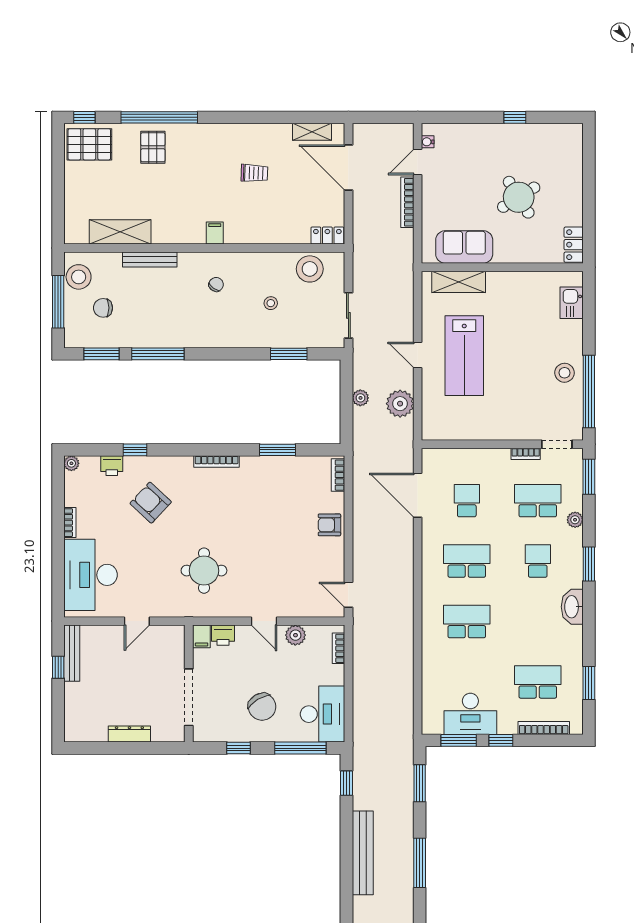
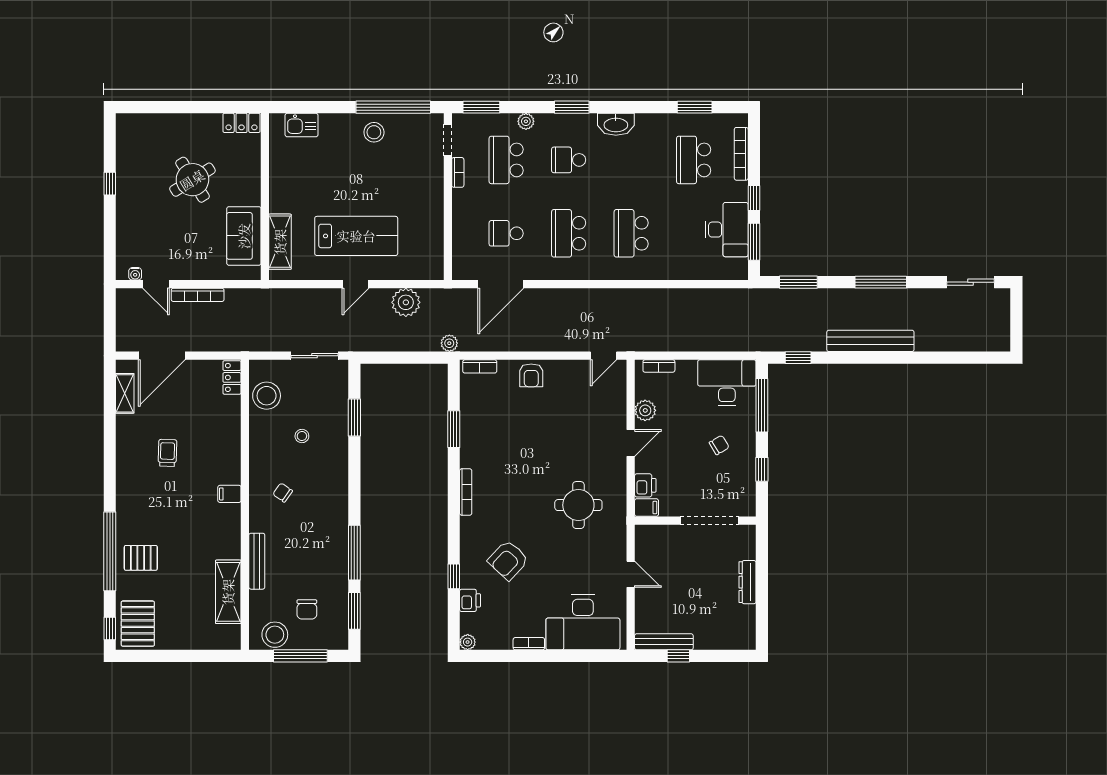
plant: (360, 398) -> (449, 343), moved
chair: (262, 707) -> (719, 445), width x0.54, depth x0.54

